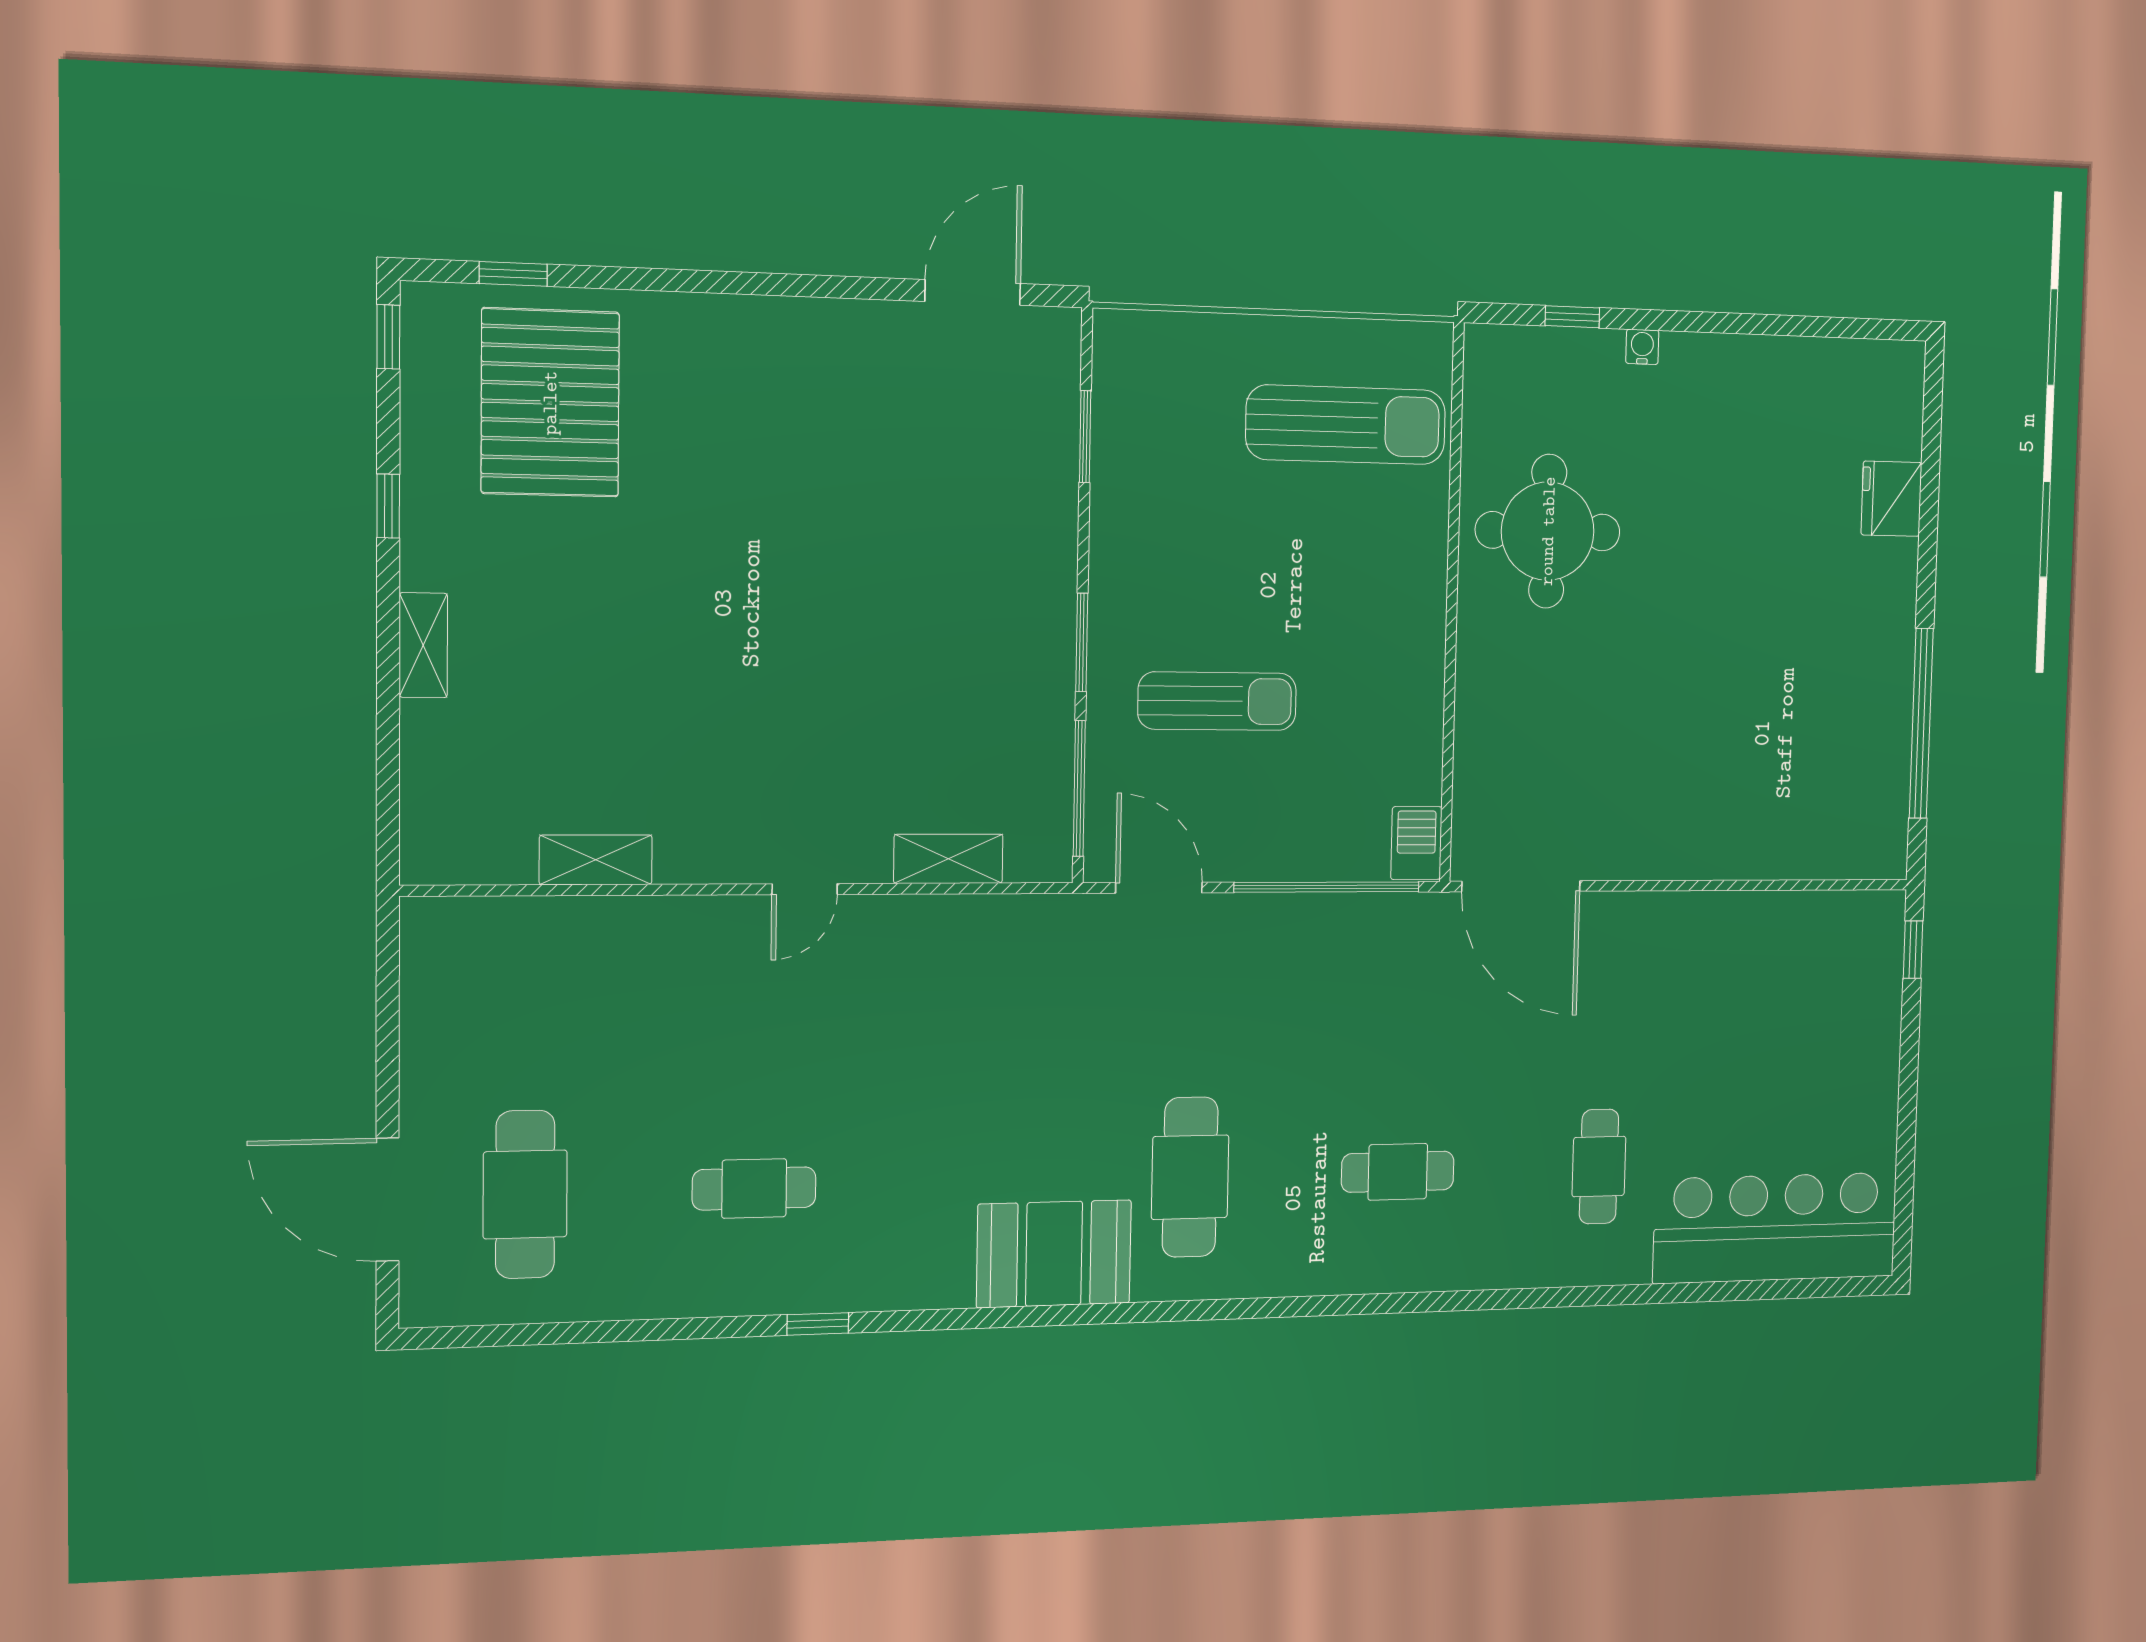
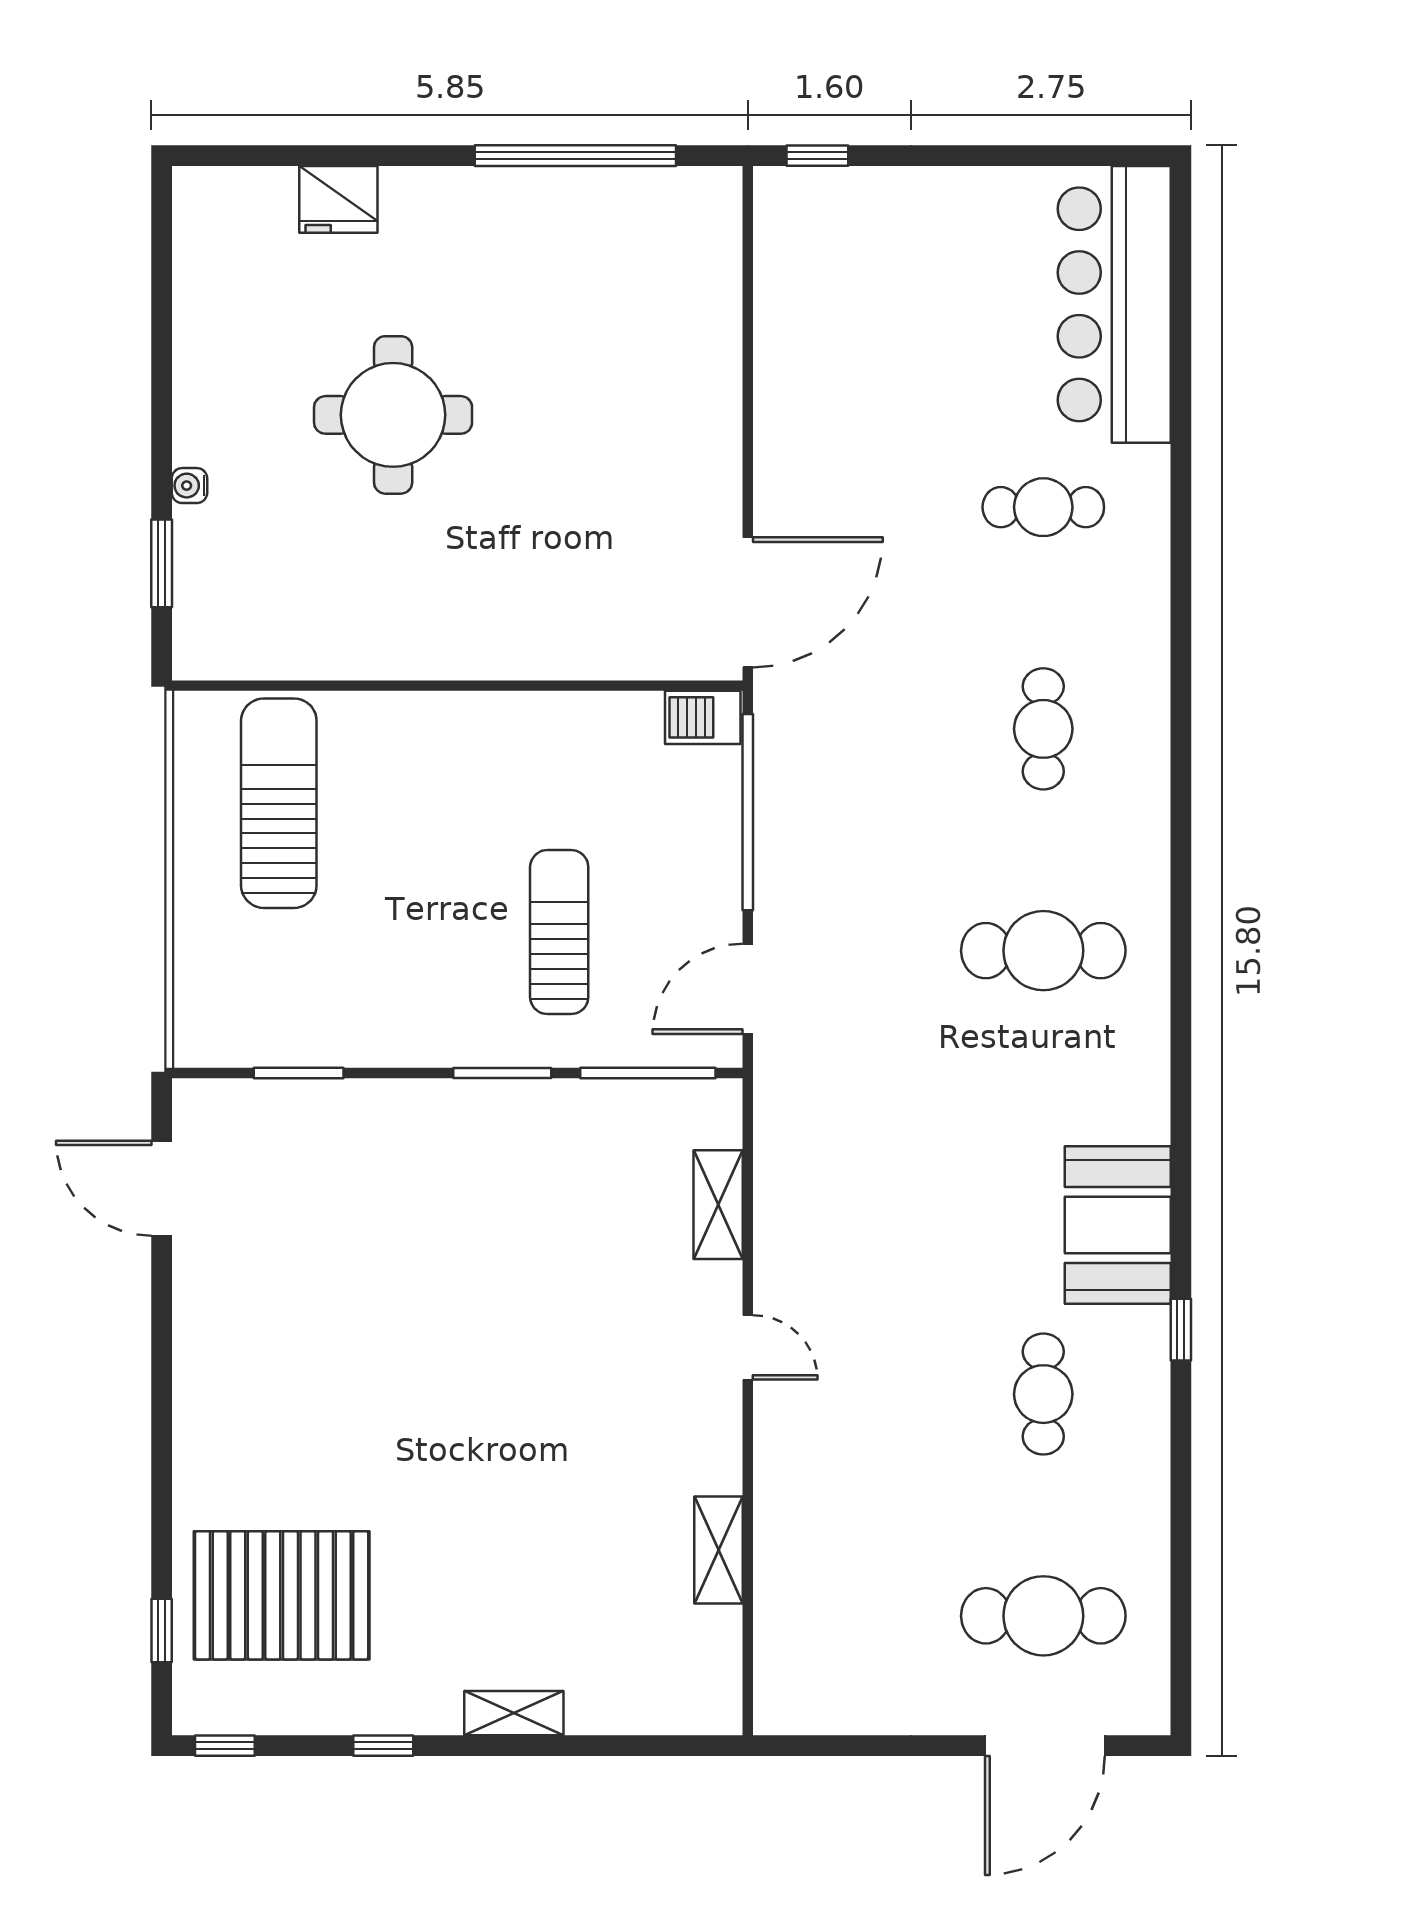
window: (1572, 317) -> (162, 563), width x1.50
round table: (1548, 531) -> (393, 415), moved
booth: (1054, 1254) -> (1118, 1225), moved

